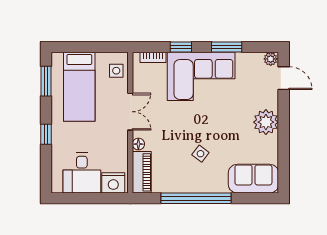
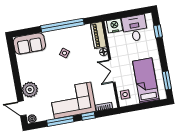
window: (227, 47) -> (60, 121), width x1.44
plant: (266, 122) -> (30, 90), moved
window: (46, 134) -> (158, 31), moved

